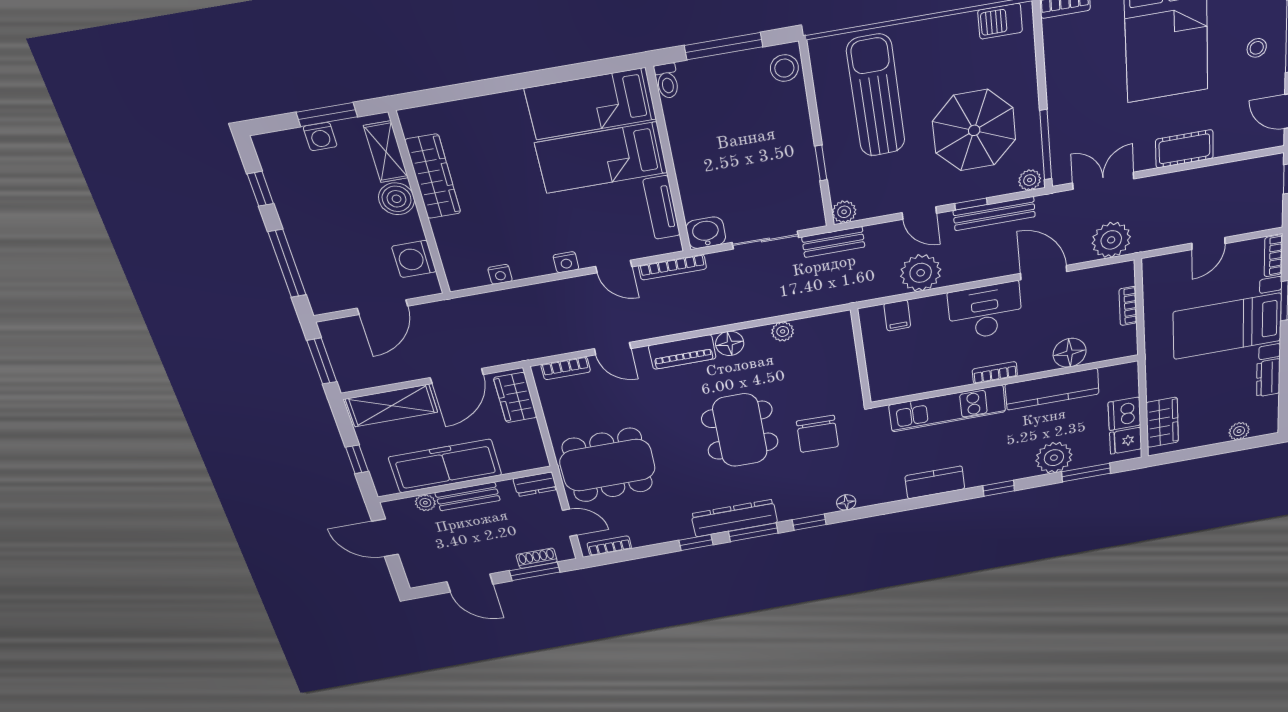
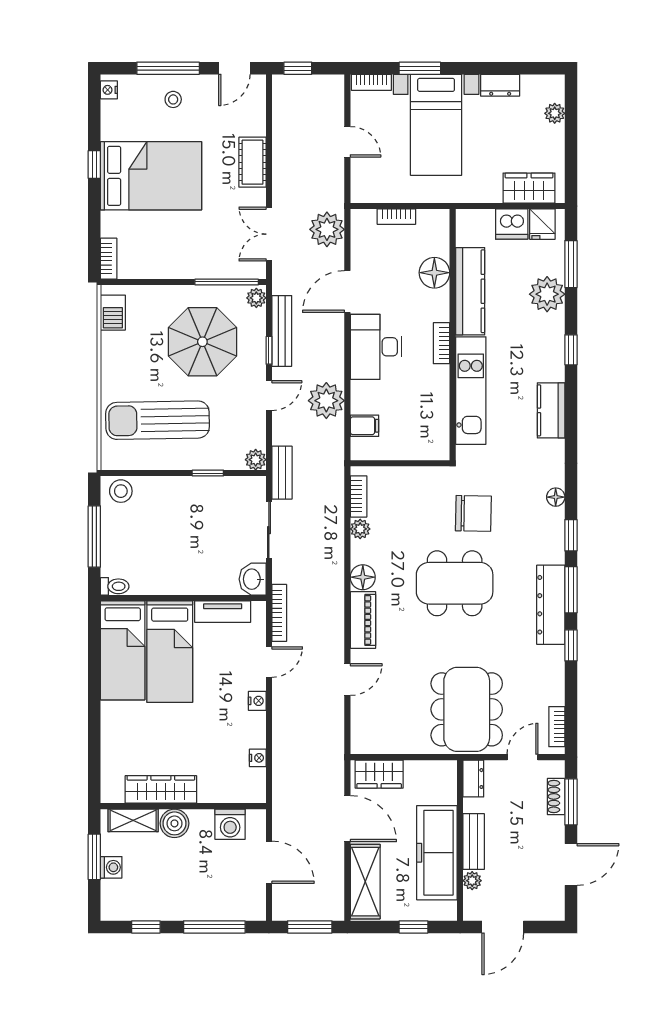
bookcase: (566, 368) -> (359, 496), moved

